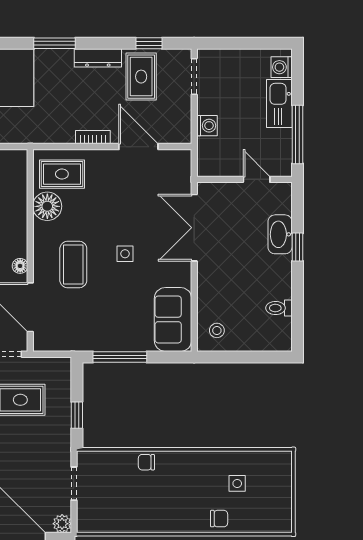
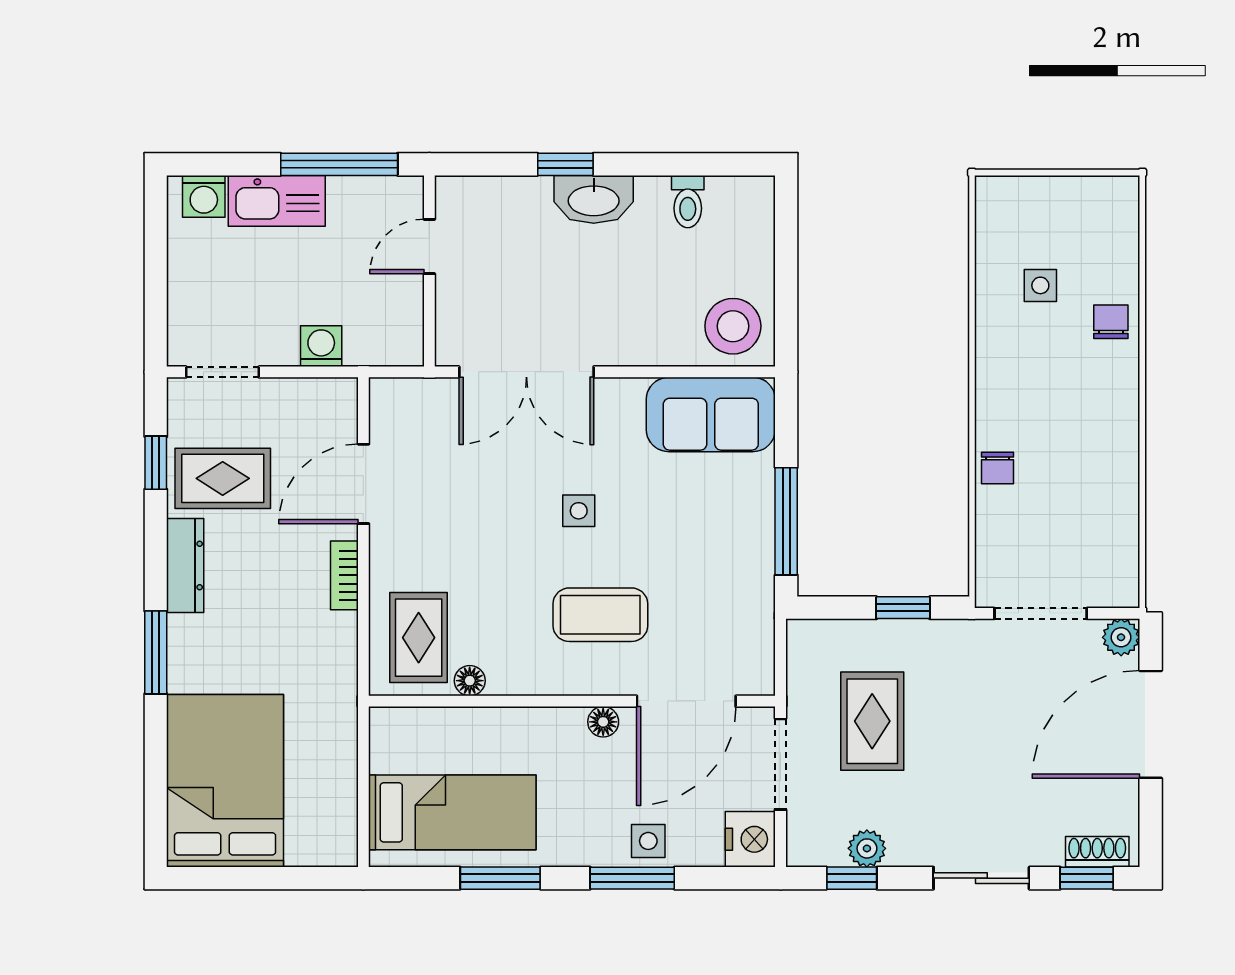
floor lamp: (47, 206) -> (470, 681), width x0.53, depth x0.53
washbasin: (280, 234) -> (594, 199), moved
stool: (217, 330) -> (733, 326), width x1.89, depth x1.89
doorway: (74, 484) -> (1041, 613), width x1.38

